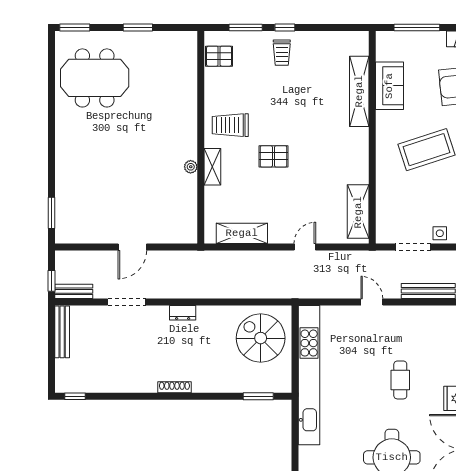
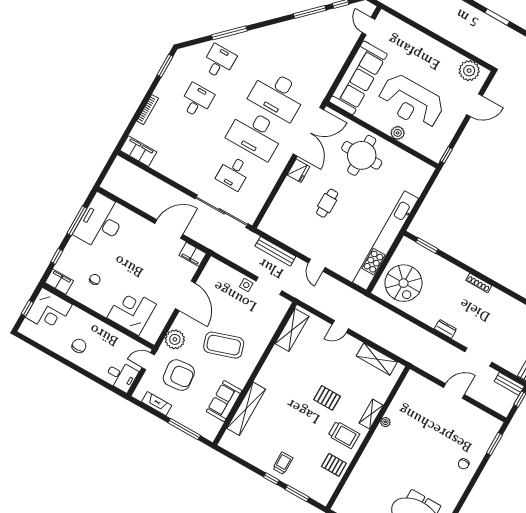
pallet: (219, 56) -> (334, 465), moved
chair: (74, 170) -> (464, 464), added

